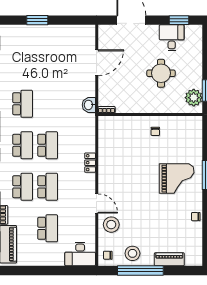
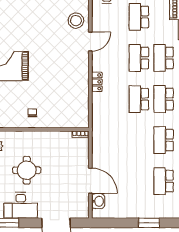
desk: (172, 38) -> (21, 205), width x1.37
school desk: (23, 62) -> (164, 181), added
door: (97, 63) -> (90, 181), swing flipped
washbasin: (89, 105) -> (98, 201), moved
door: (97, 203) -> (90, 41), swing flipped

